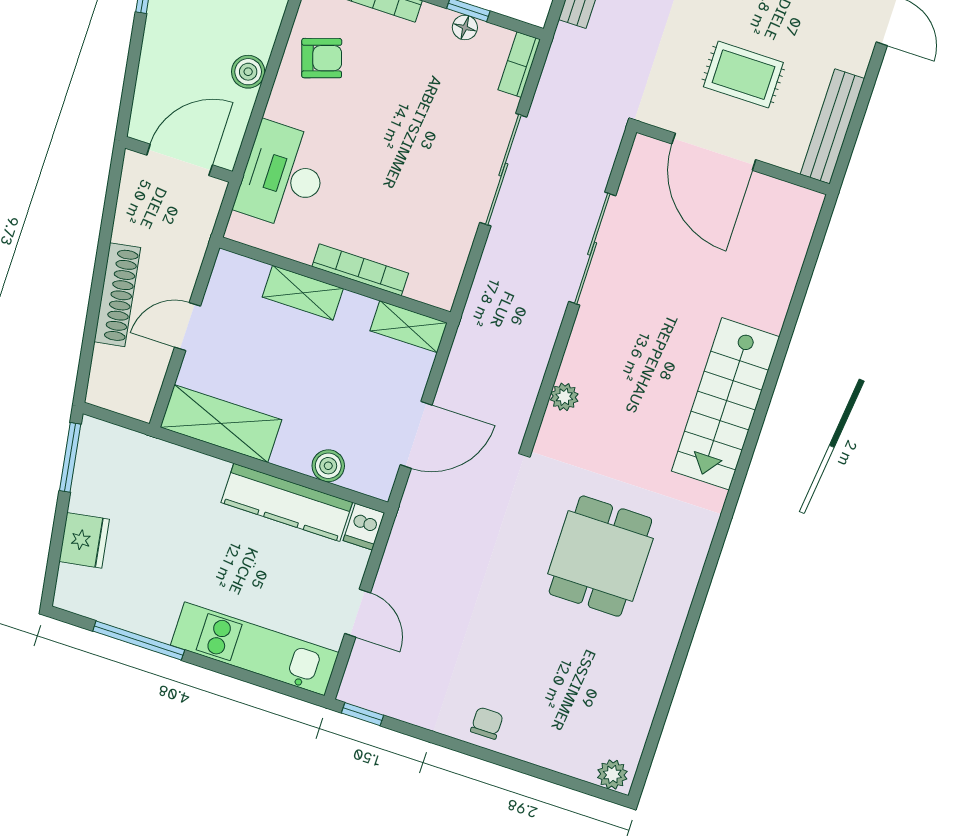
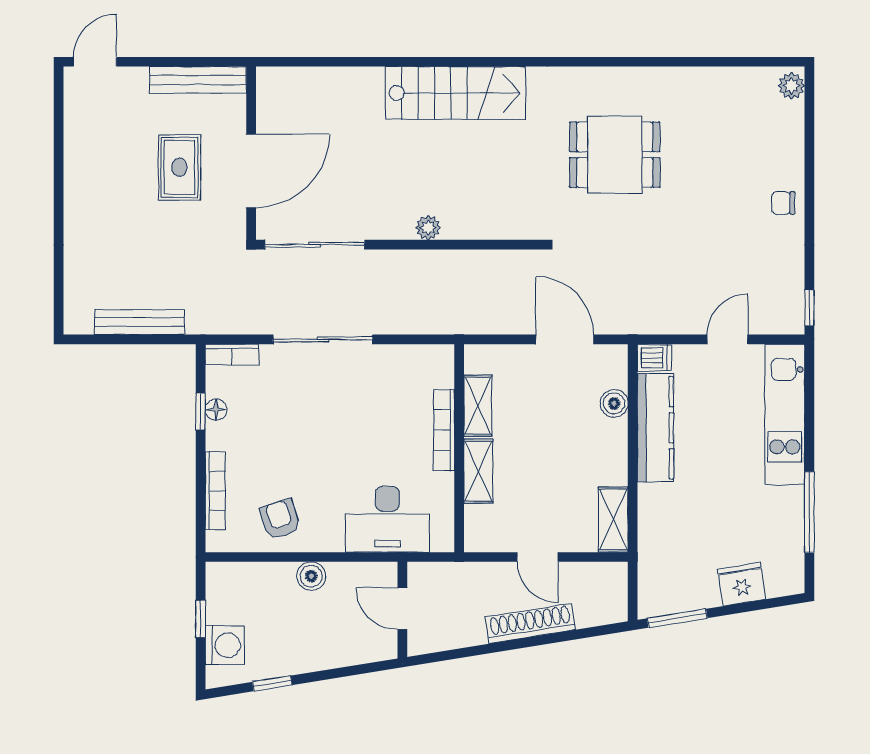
door: (180, 160) -> (402, 609), width x0.73
sliding door: (592, 249) -> (315, 245), moved
shelving: (409, 327) -> (478, 406), moved
plant: (564, 397) -> (428, 228), moved
shelving: (221, 424) -> (613, 520), width x0.67, depth x0.75

